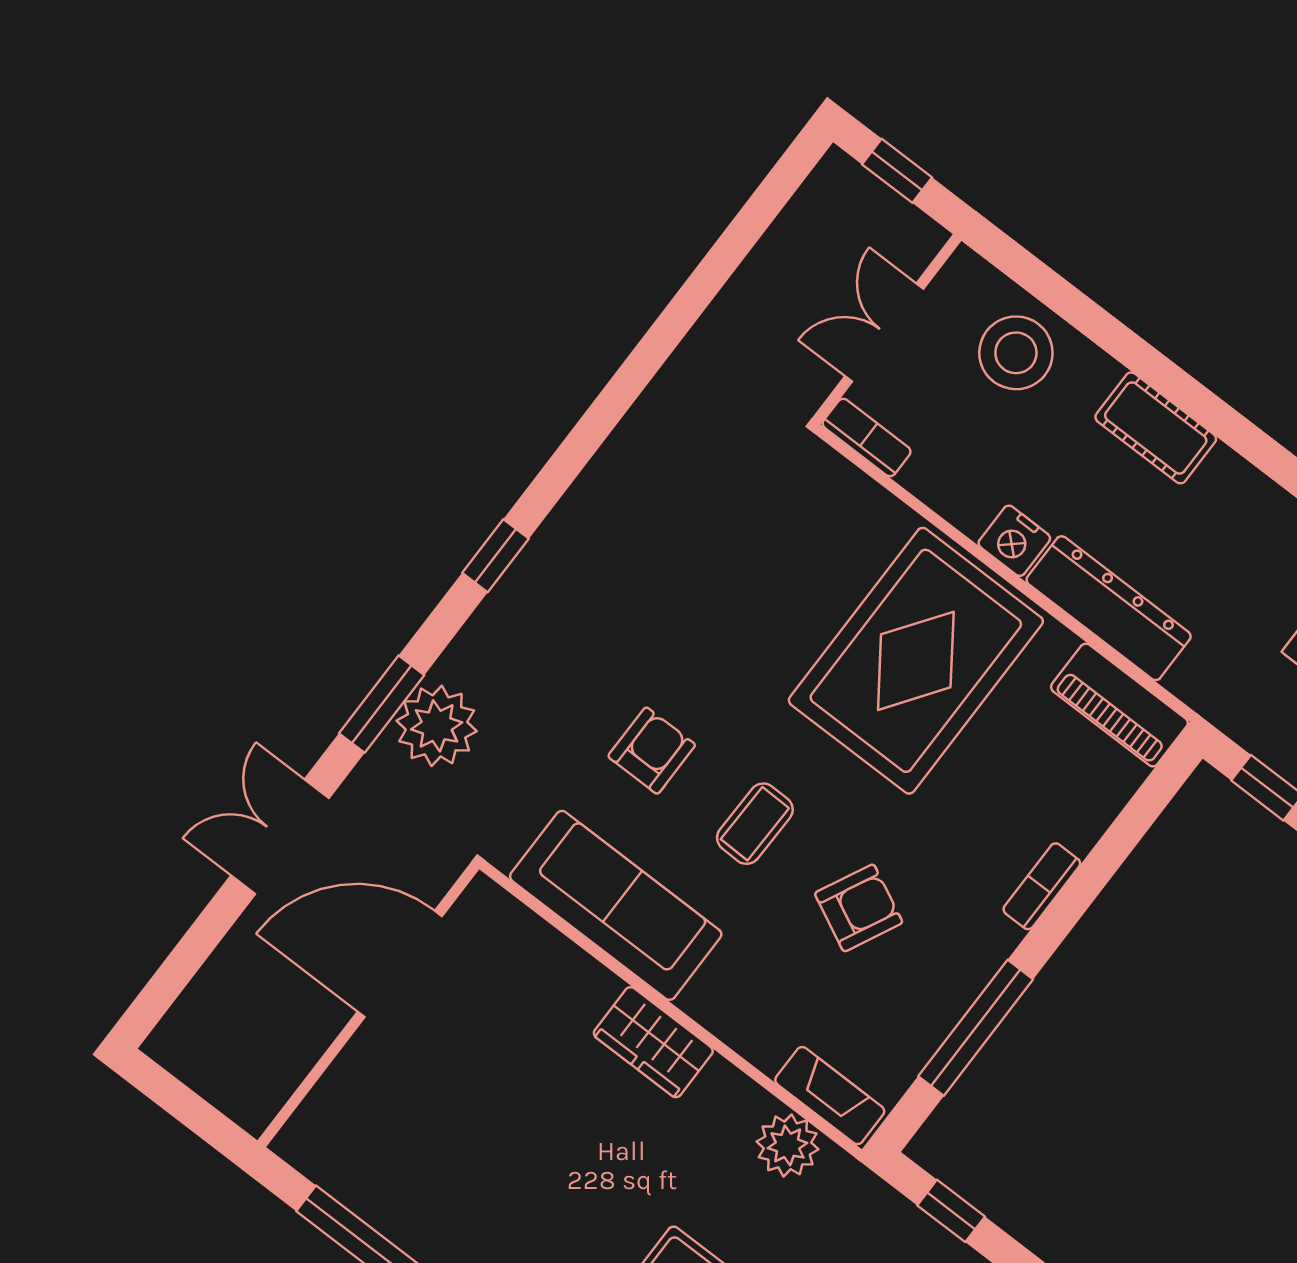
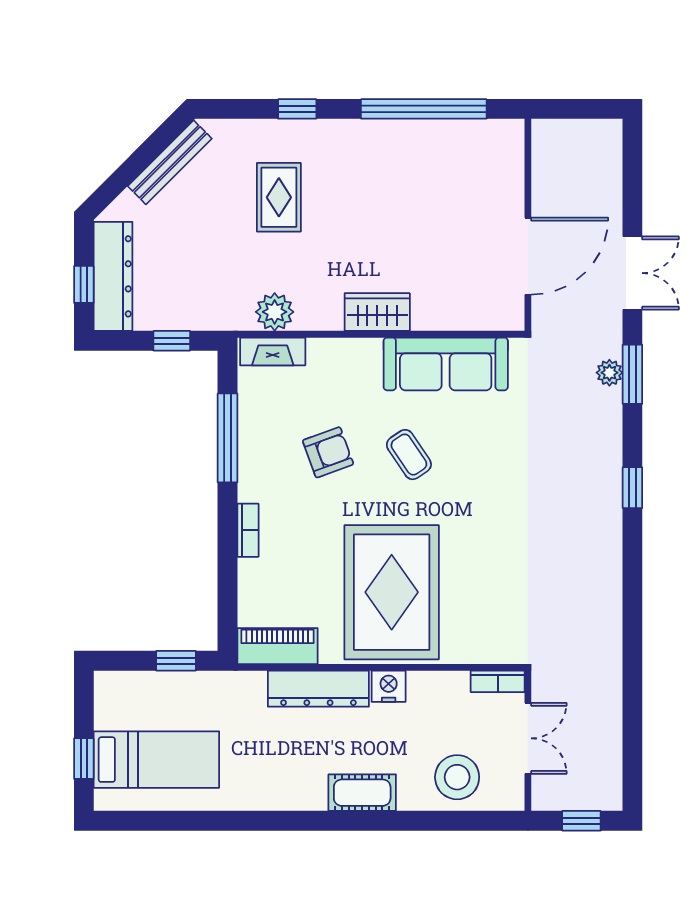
plant: (437, 726) -> (609, 373), width x0.53, depth x0.53
armchair: (652, 751) -> (486, 452), removed
coffee table: (755, 824) -> (409, 455), turned -35
armchair: (859, 908) -> (328, 452), turned -136

